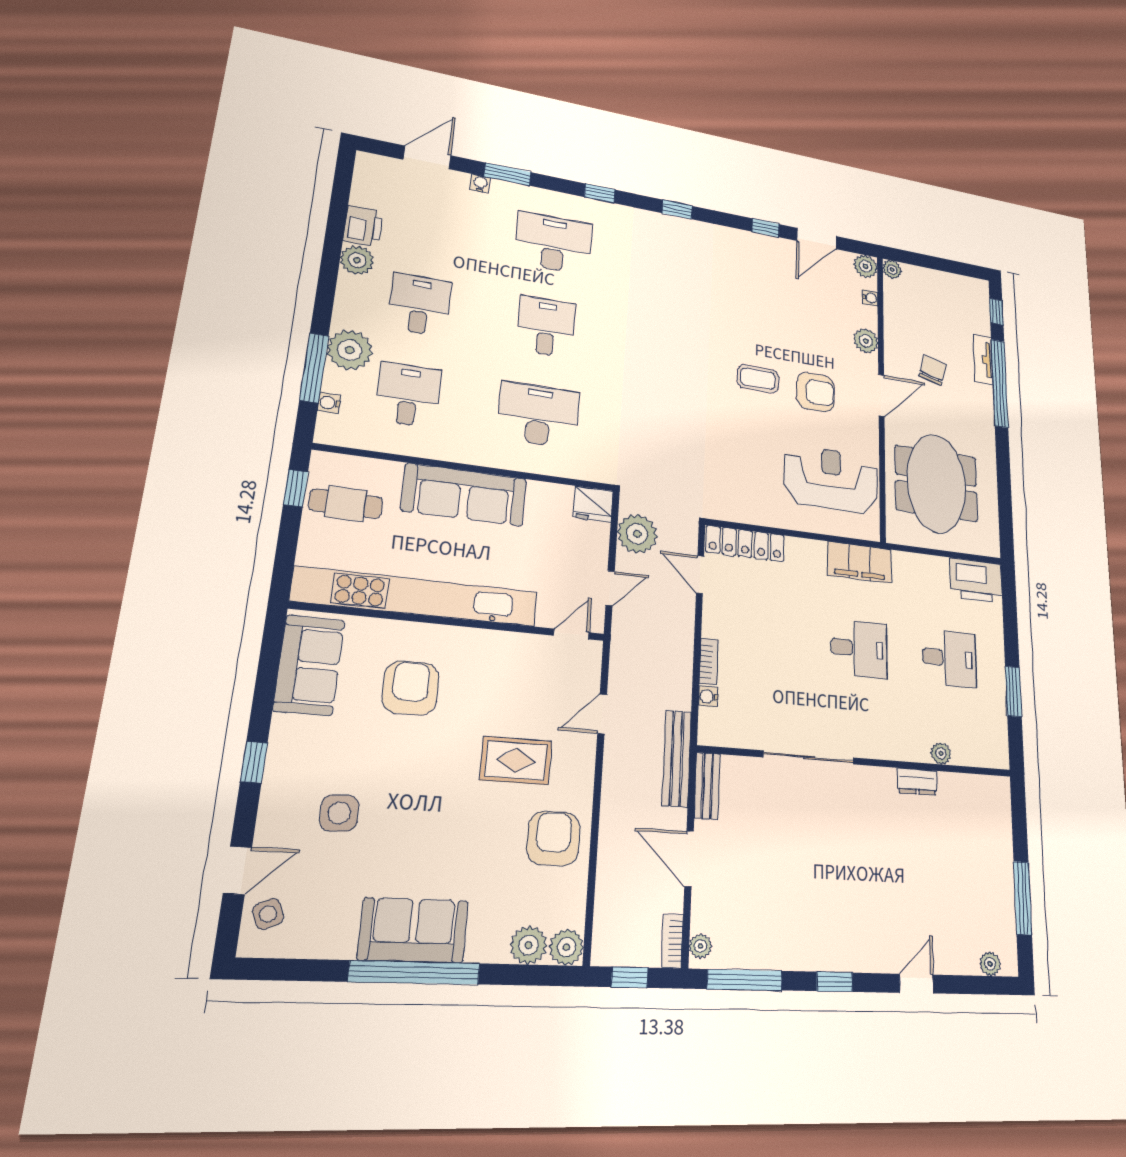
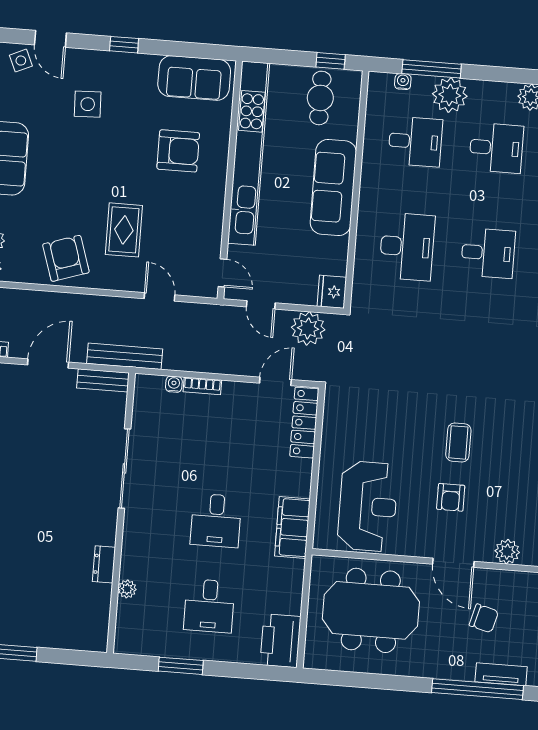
armchair: (816, 392) -> (451, 497), width x0.72, depth x0.72
armchair: (553, 839) -> (66, 258), turned -108

